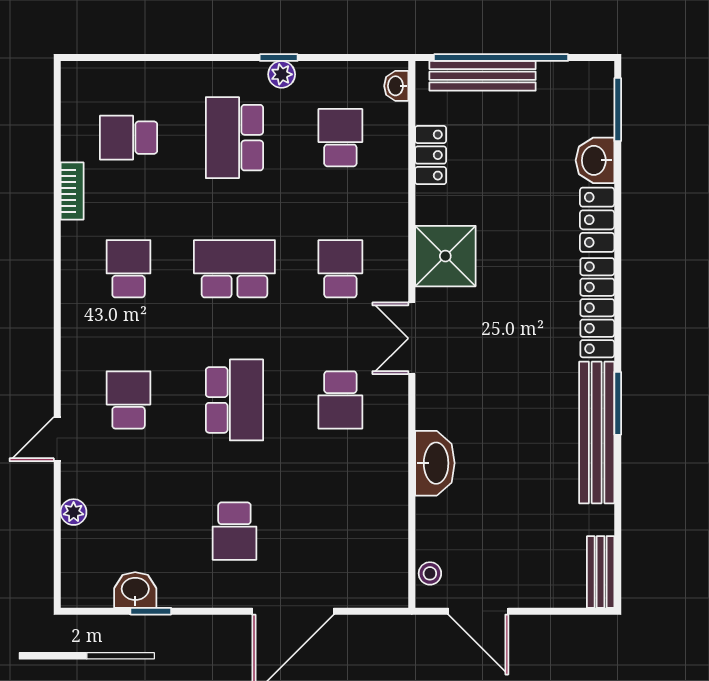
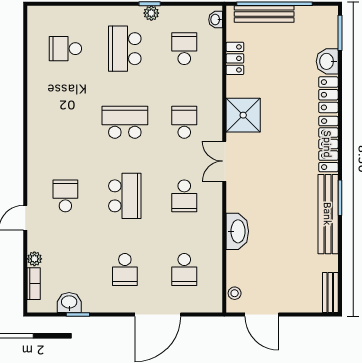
bookcase: (72, 191) -> (34, 284), moved
school desk: (129, 269) -> (184, 269), moved, turned 180

